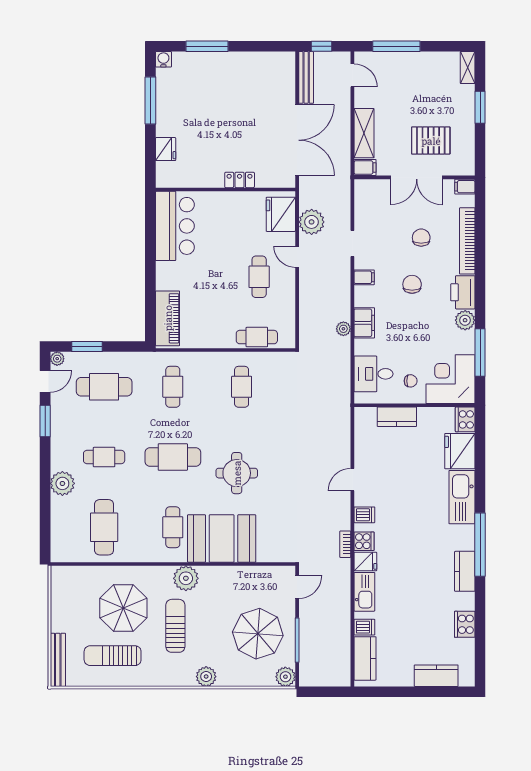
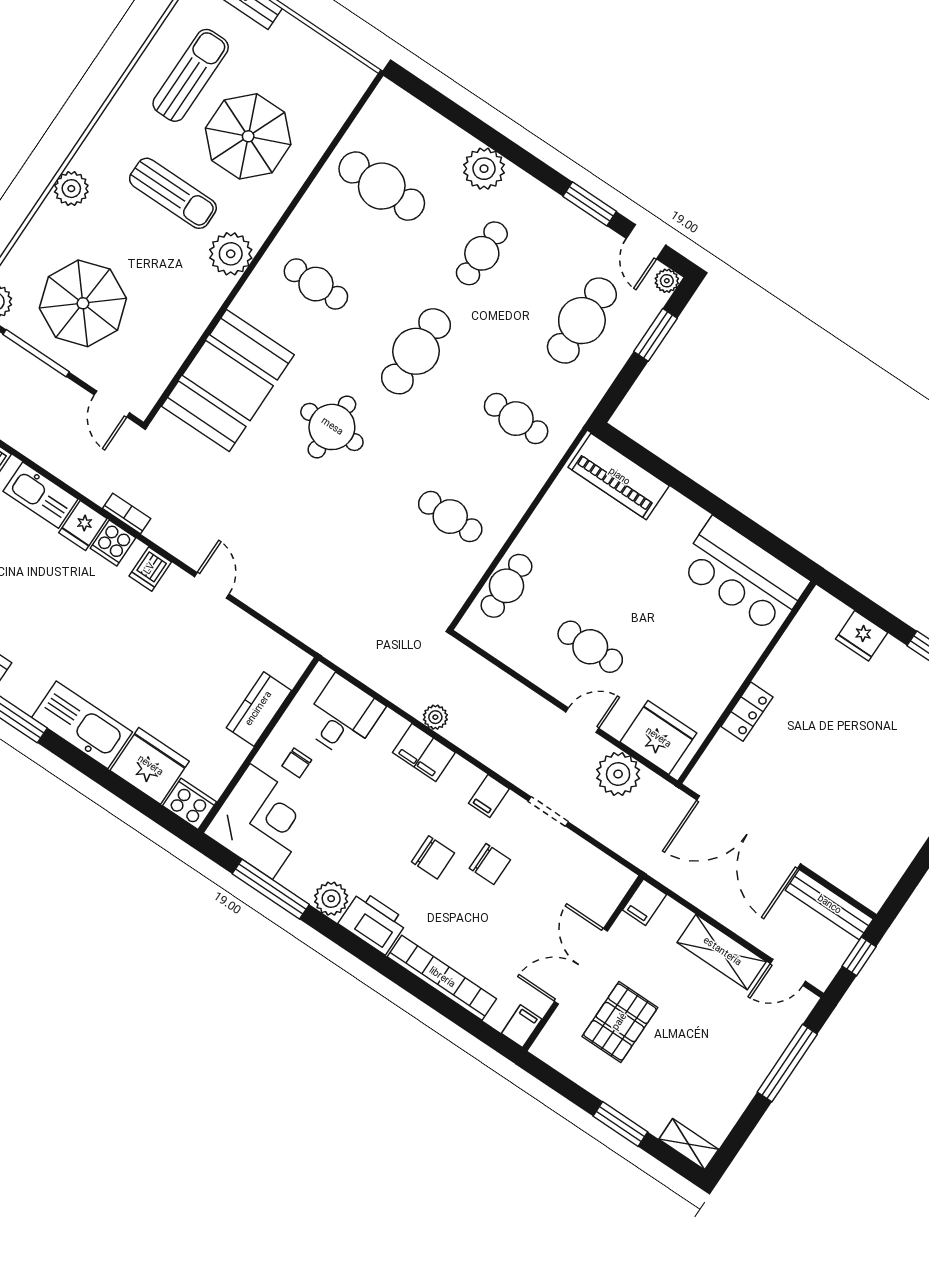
shelving: (364, 133) -> (722, 952), moved
chair: (421, 238) -> (490, 864), moved
booth: (222, 538) -> (228, 381), moved

